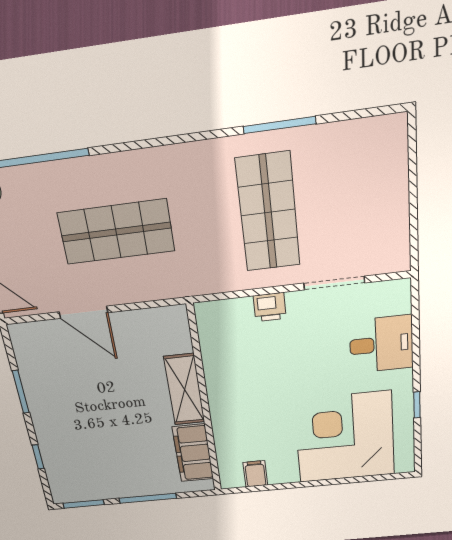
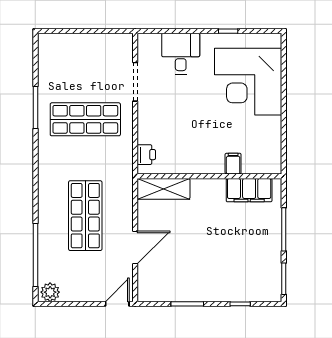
printer: (270, 307) -> (146, 155), moved
shelving: (184, 390) -> (164, 189), moved
filing cabinet: (255, 474) -> (233, 164), moved, turned 90

